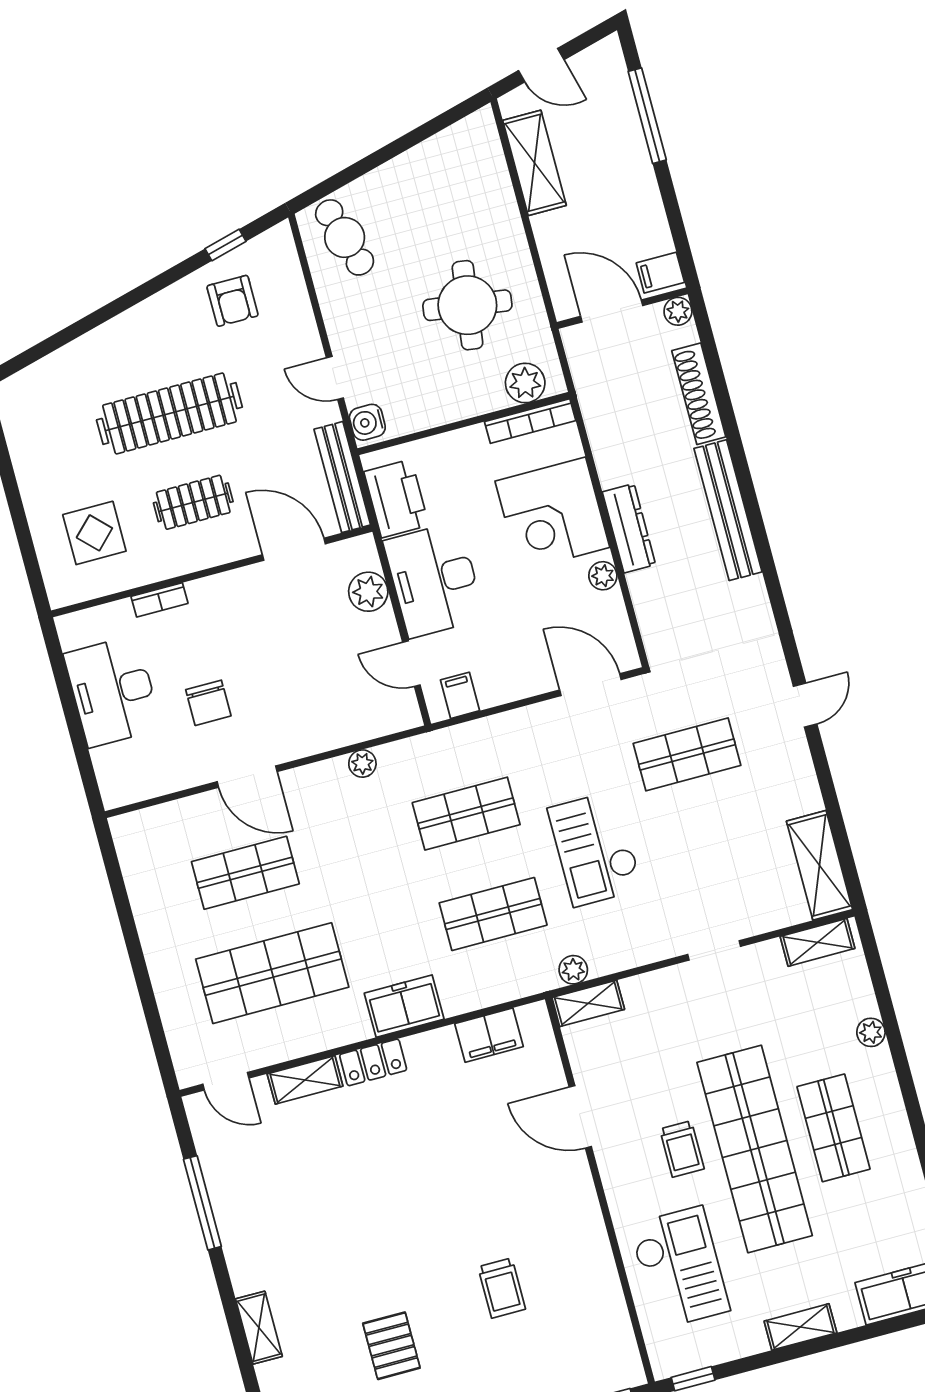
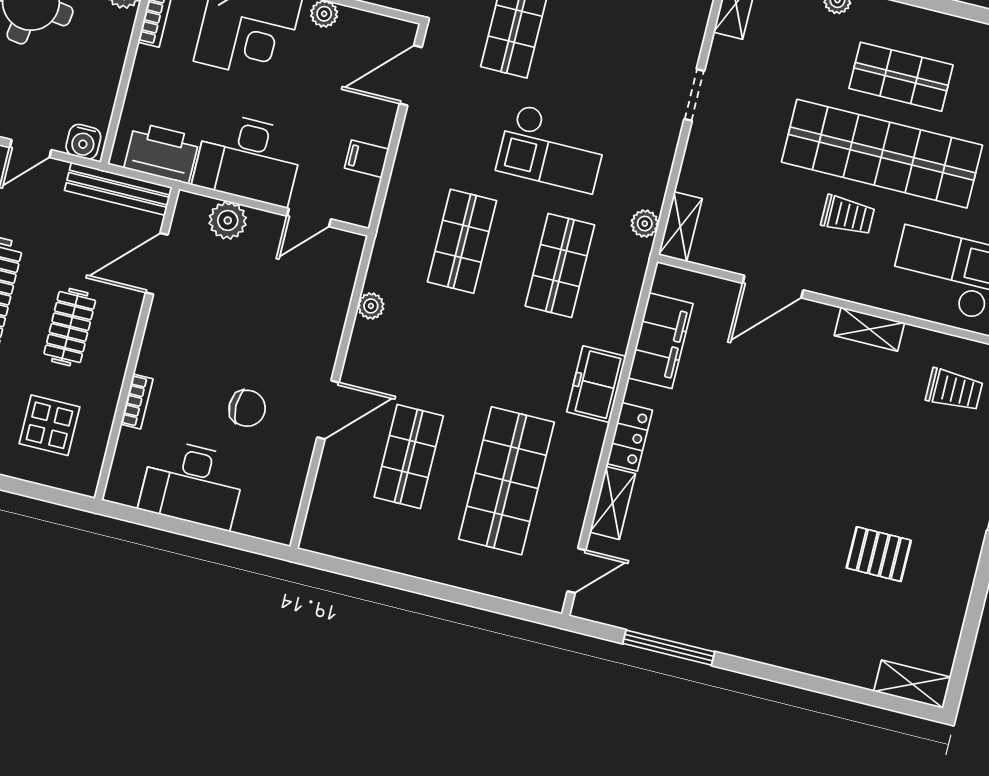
filing cabinet: (460, 695) -> (367, 159), moved
filing cabinet: (489, 1035) -> (660, 341), width x1.50, depth x1.17
trolley: (502, 1288) -> (954, 390), moved
shelving: (259, 1328) -> (869, 329), moved

